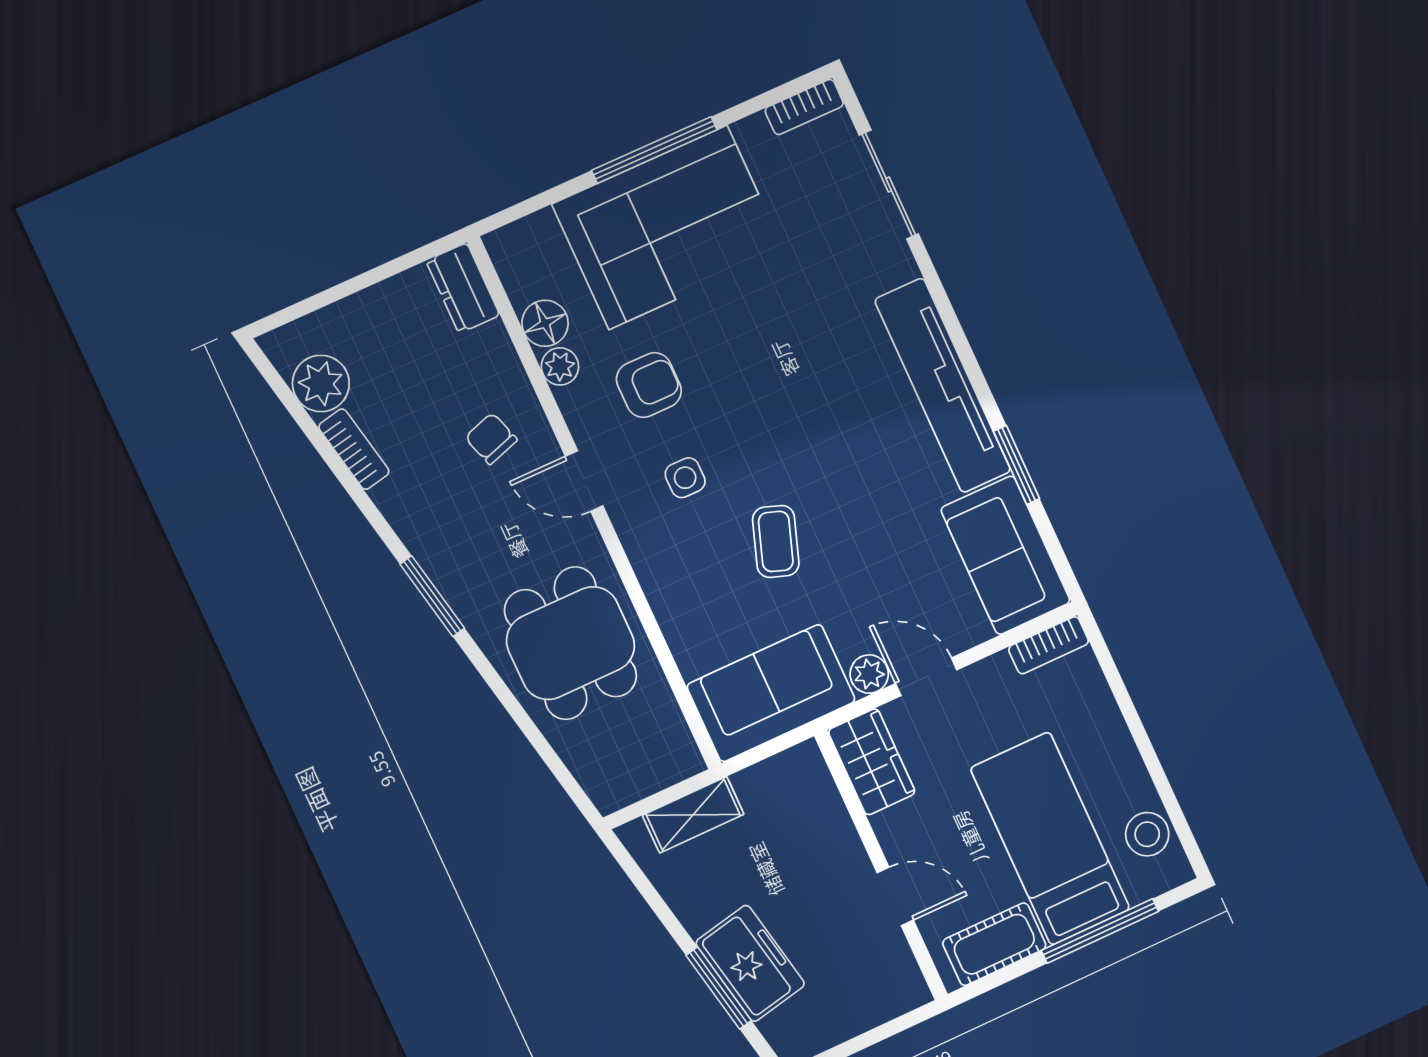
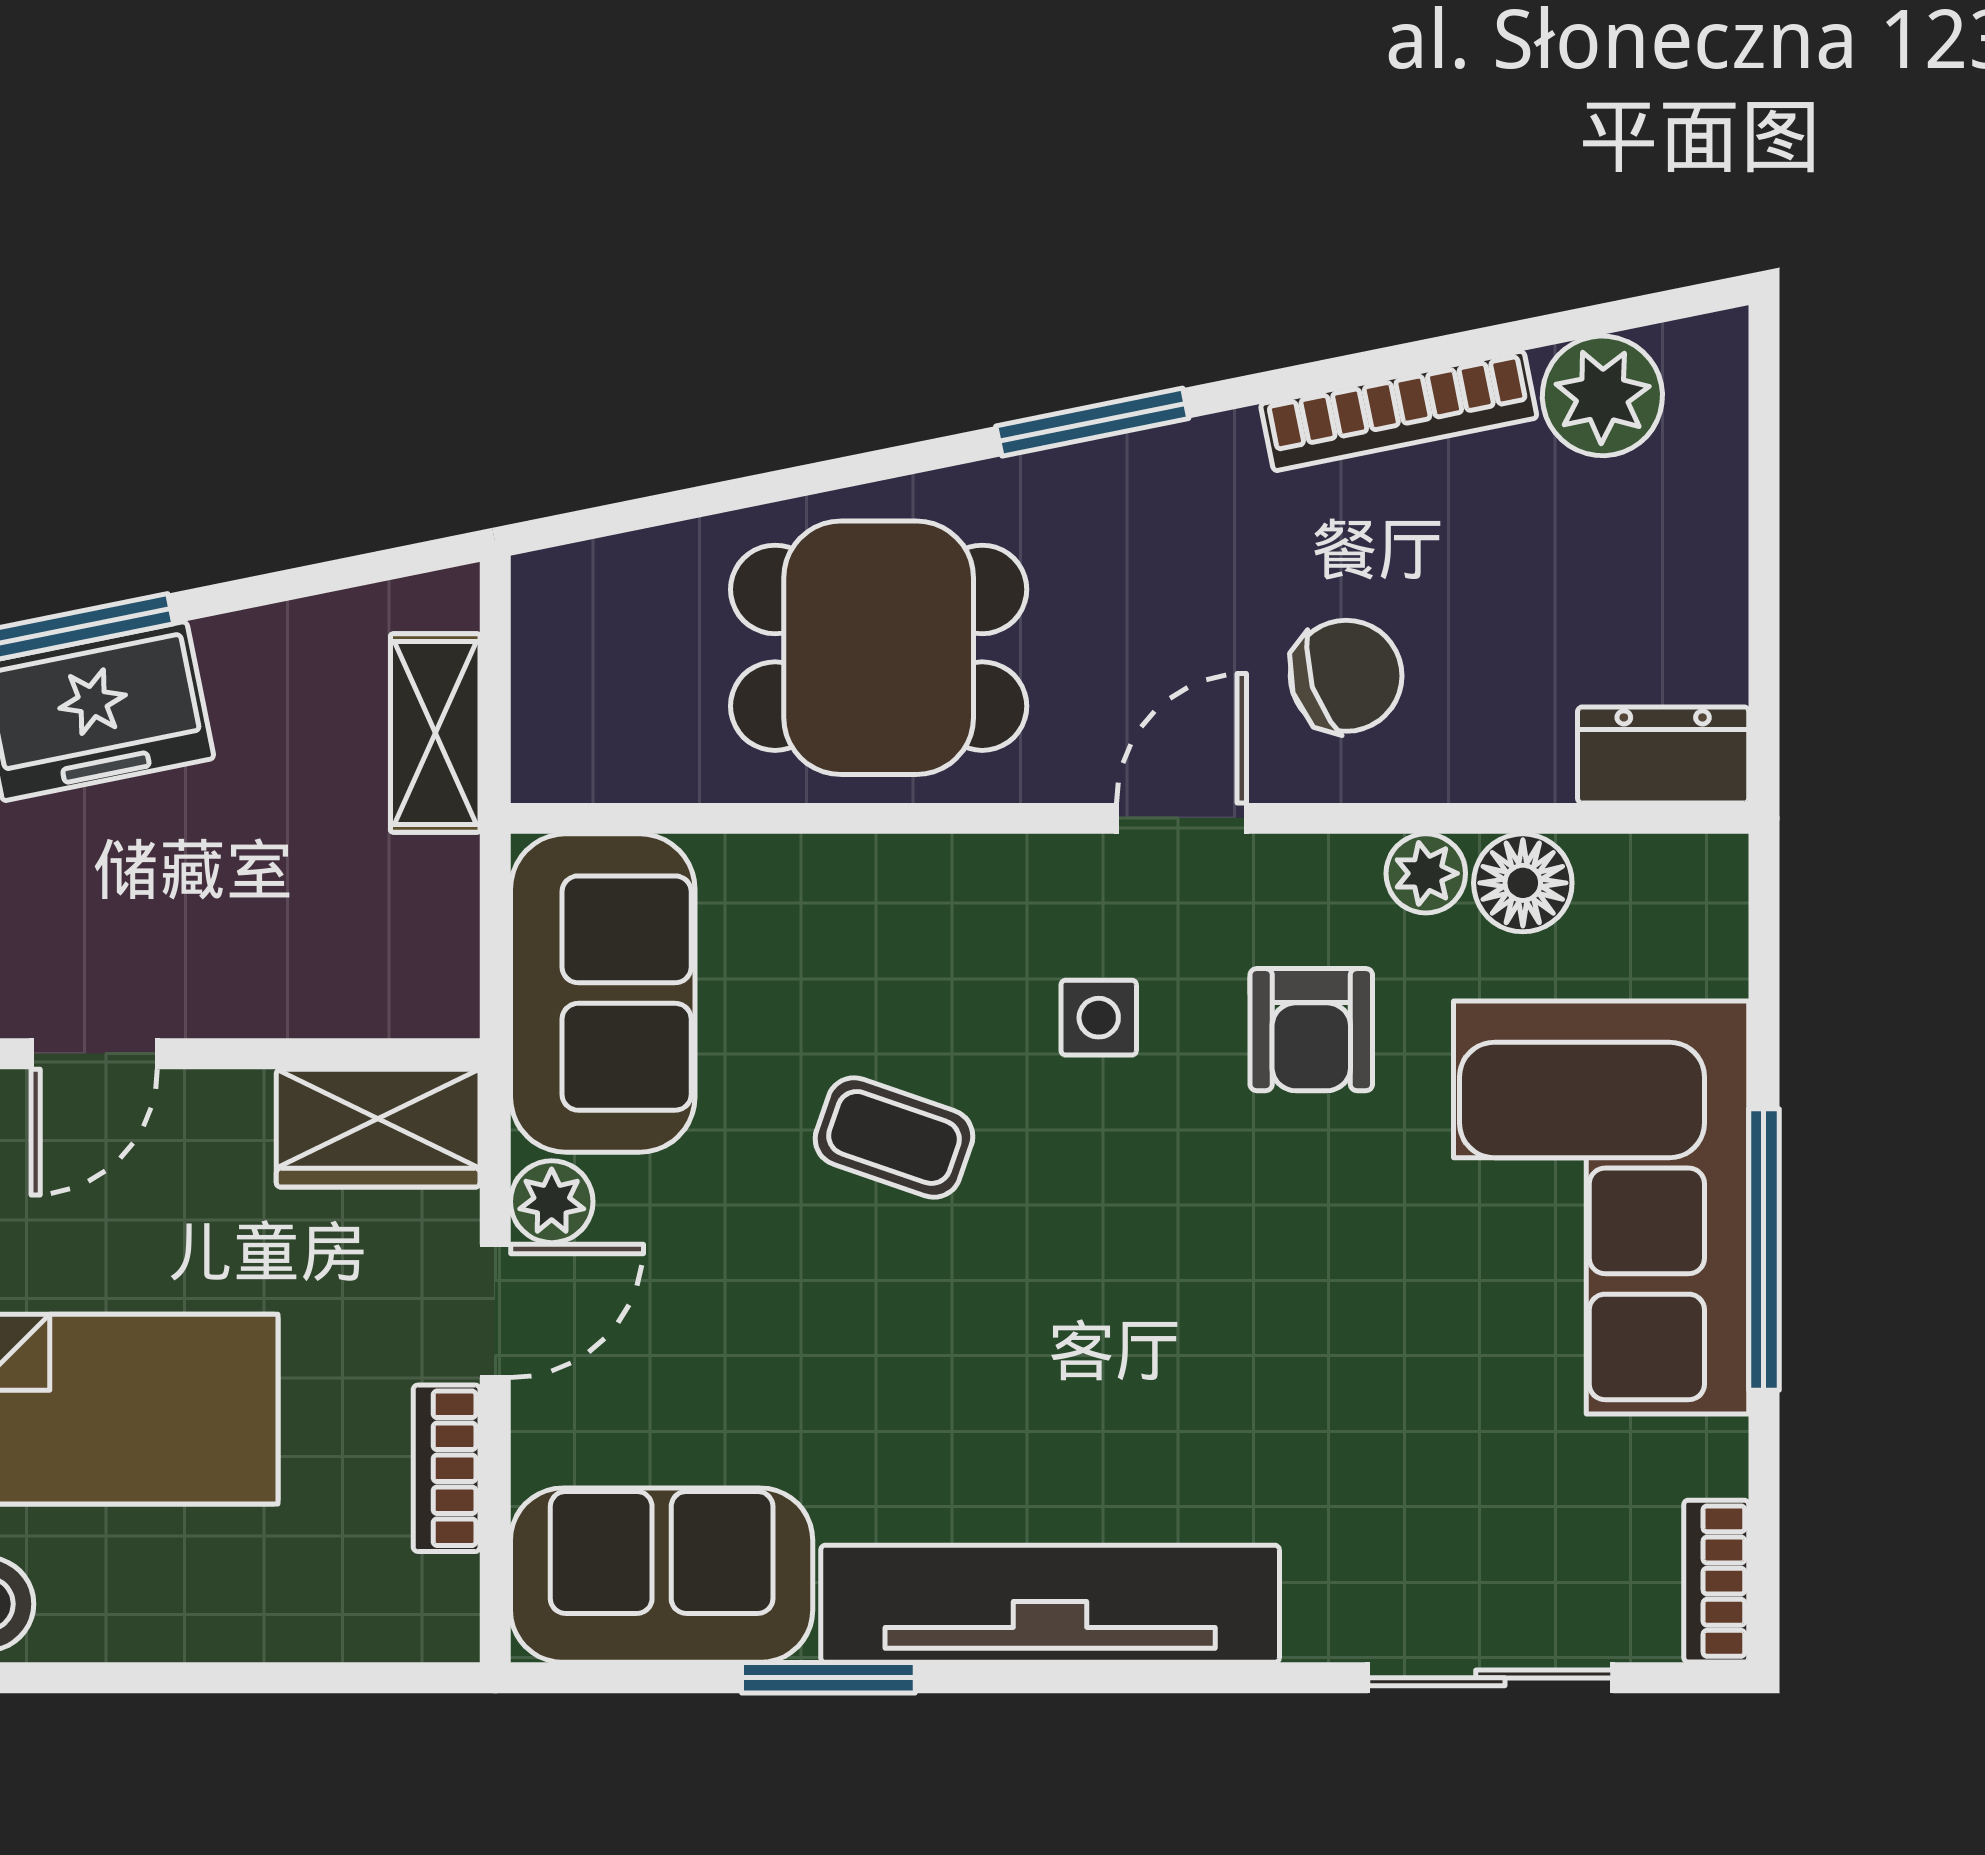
chair: (491, 439) -> (1346, 676), width x1.37, depth x1.37
bookcase: (354, 449) -> (1399, 411), width x1.56
bookcase: (1049, 645) -> (447, 1468), moved

